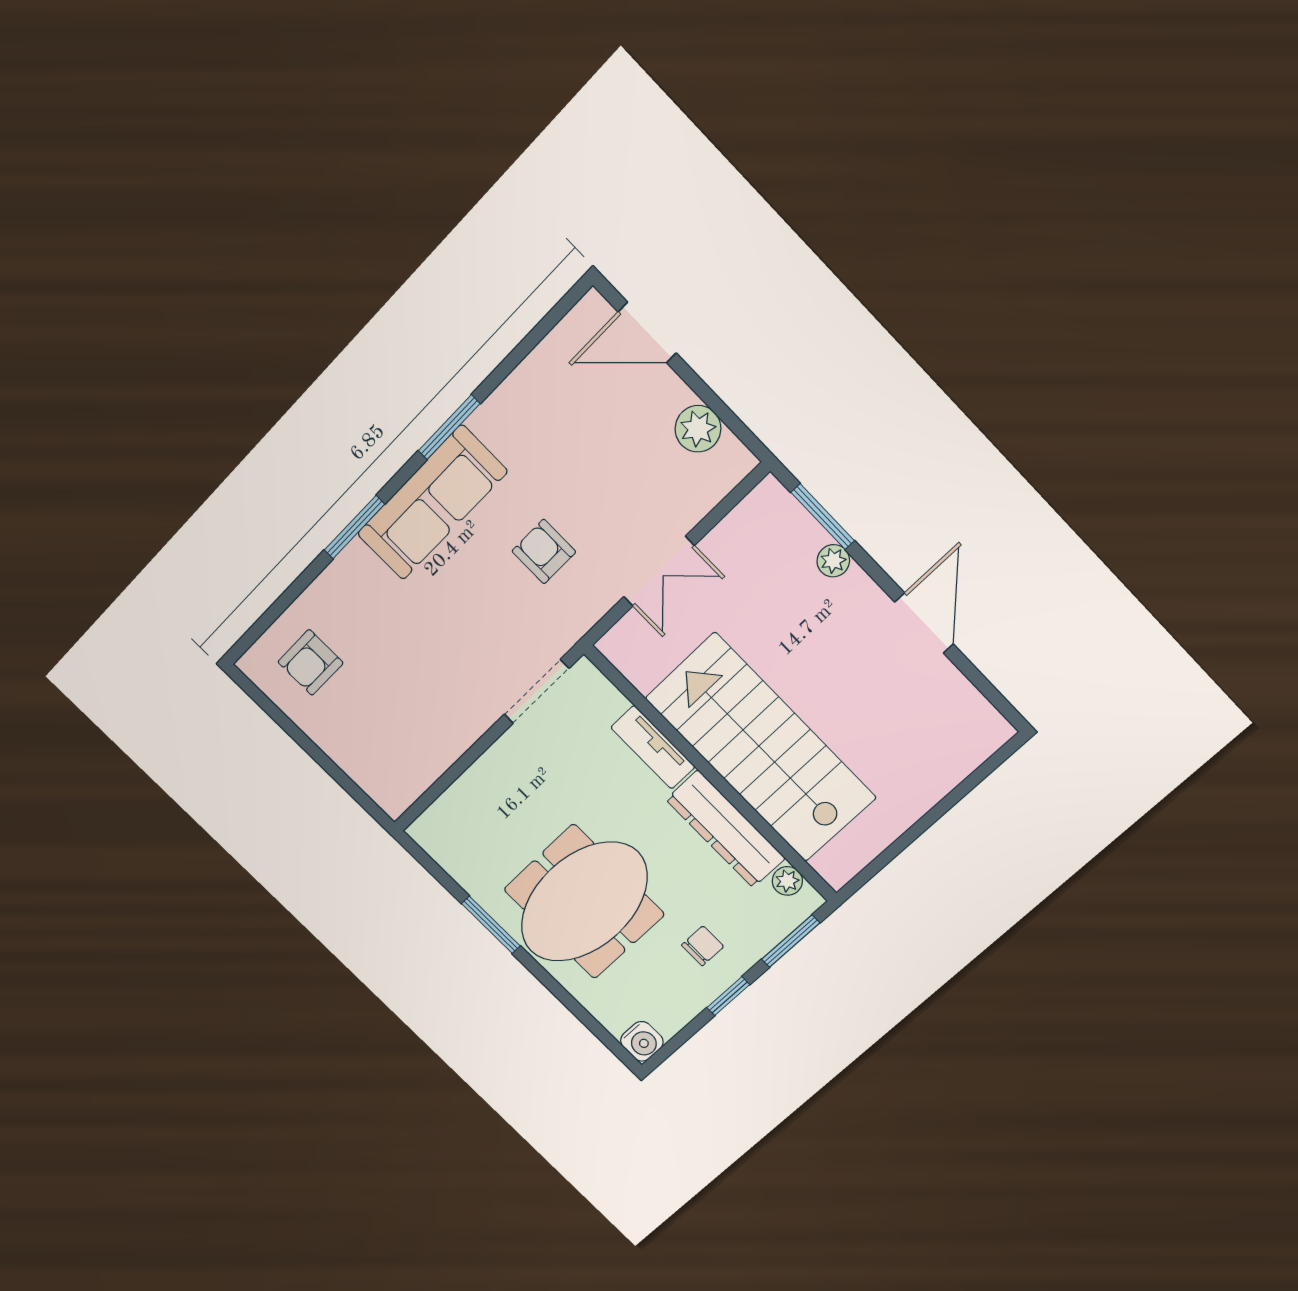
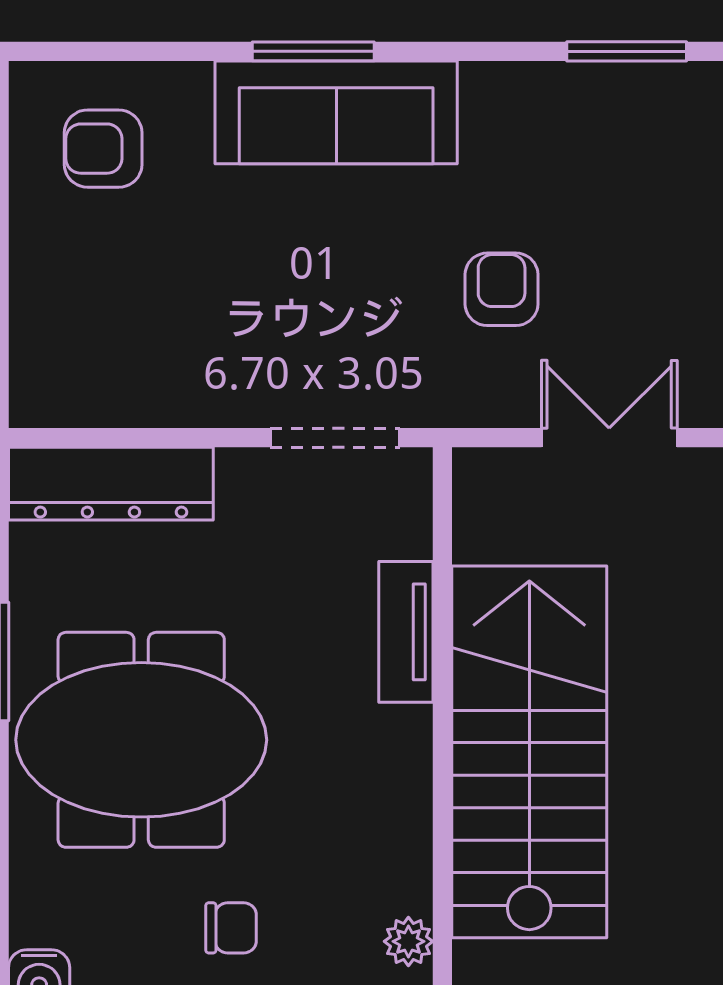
window: (449, 427) -> (627, 51), moved
sofa: (432, 503) -> (336, 112), moved
double door: (659, 571) -> (609, 438), swing flipped
dresser: (726, 829) -> (111, 484), moved, turned -90

